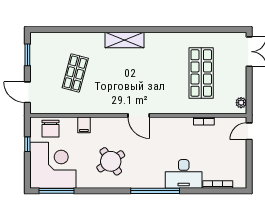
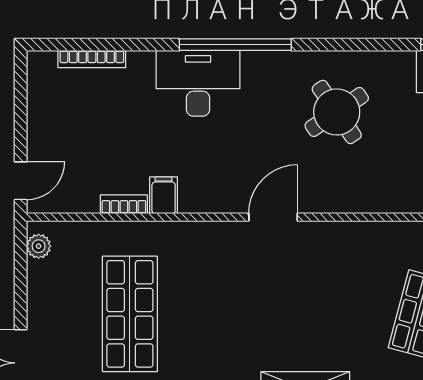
door: (139, 115) -> (273, 217), hinge flipped
filing cabinet: (84, 125) -> (164, 195), moved
desk: (184, 174) -> (198, 83), moved

